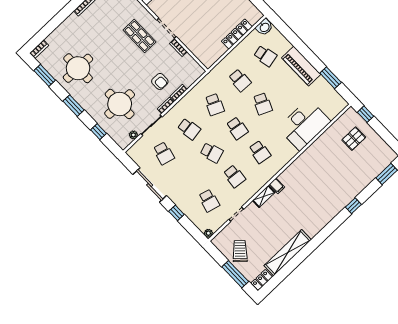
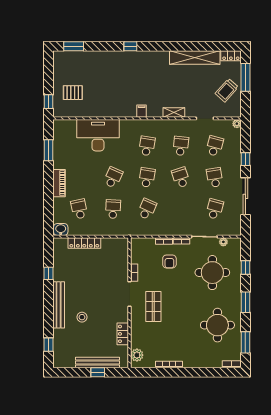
piano: (301, 66) -> (59, 183), width x0.73, depth x0.75
armchair: (160, 81) -> (169, 261), turned 180
school desk: (189, 129) -> (215, 178), moved
filing cabinet: (277, 186) -> (142, 111), moved
window: (353, 206) -> (130, 46), moved

